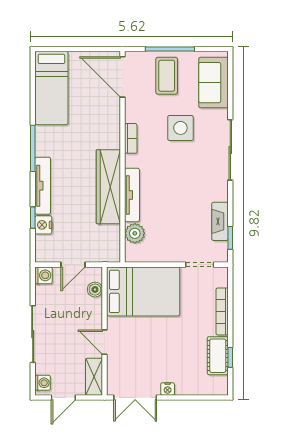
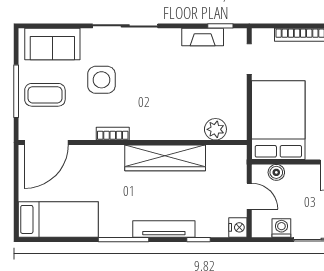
tv unit: (132, 195) -> (174, 132), removed
nightstand: (43, 225) -> (238, 227), moved, turned -90
washing machine: (43, 275) -> (281, 228), moved

